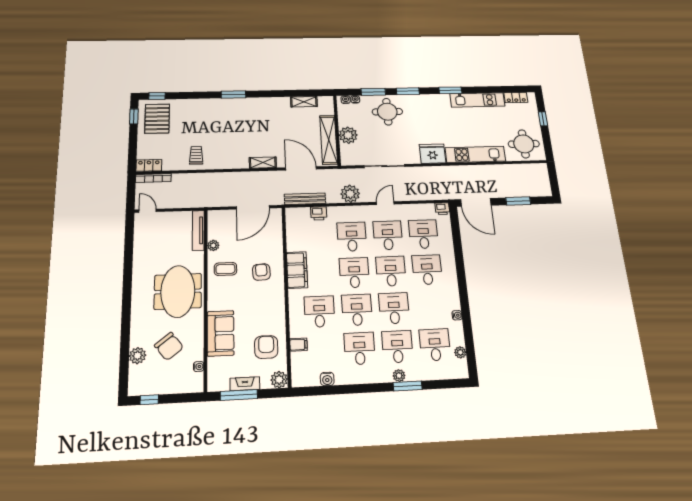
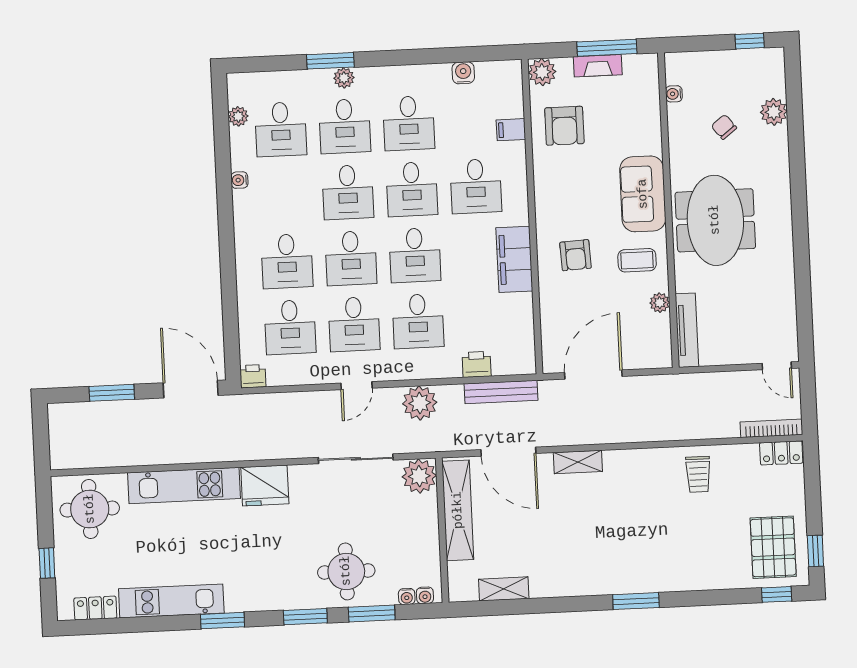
plant: (348, 135) -> (419, 476), moved
sofa: (221, 333) -> (643, 194), moved
chair: (169, 346) -> (724, 127), width x0.54, depth x0.54

